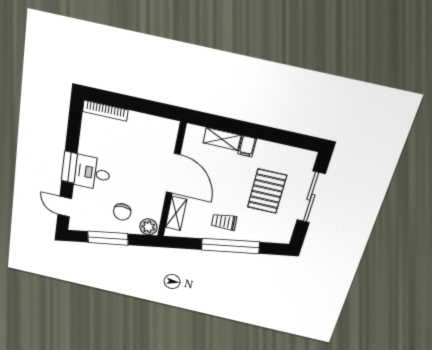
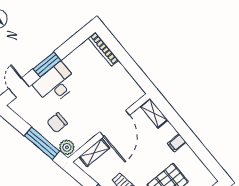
shelving: (222, 139) -> (154, 113), moved
desk: (92, 173) -> (56, 84), width x1.37
window: (108, 238) -> (42, 143), moved

